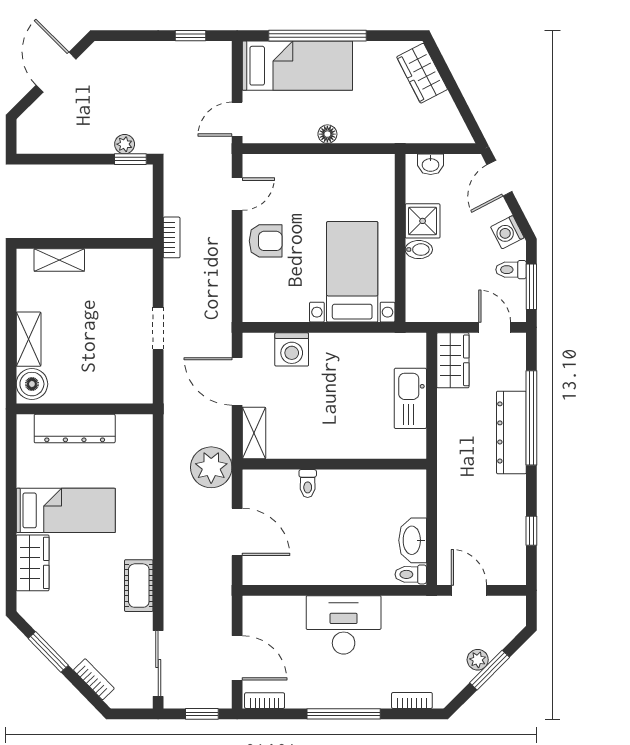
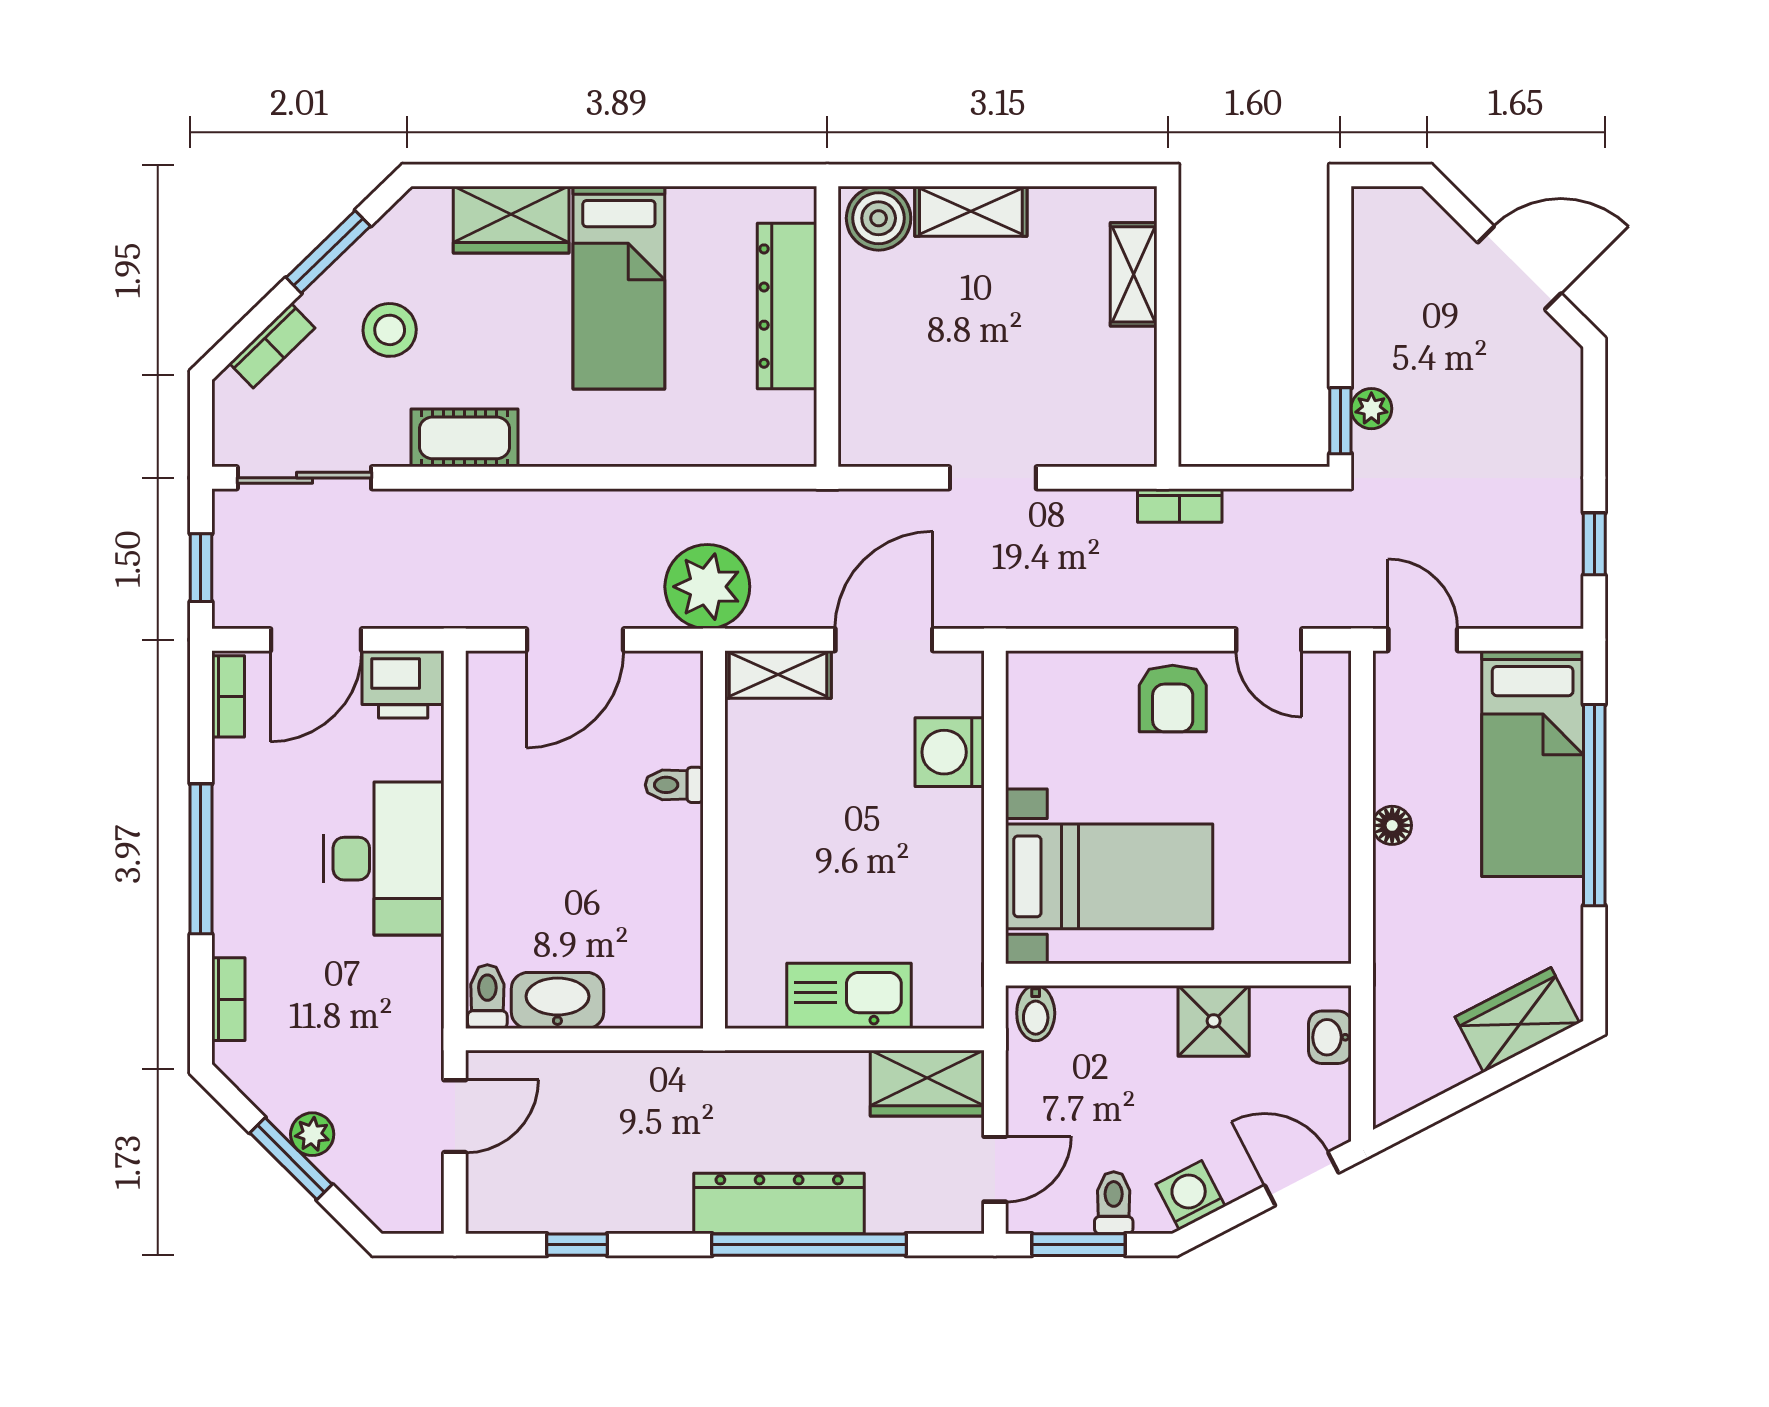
bidet: (419, 250) -> (1036, 1013), moved
printer: (259, 615) -> (403, 684), added
stool: (86, 622) -> (390, 330), added

